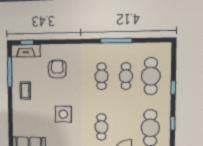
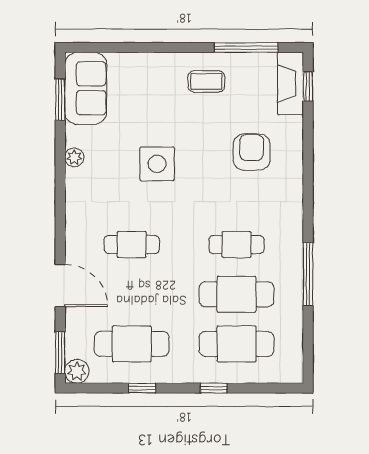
armchair: (57, 69) -> (252, 152), turned -90
cafe table: (126, 76) -> (236, 294), width x1.37, depth x1.35

